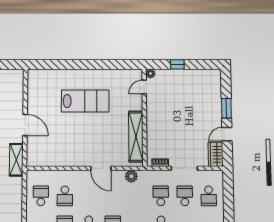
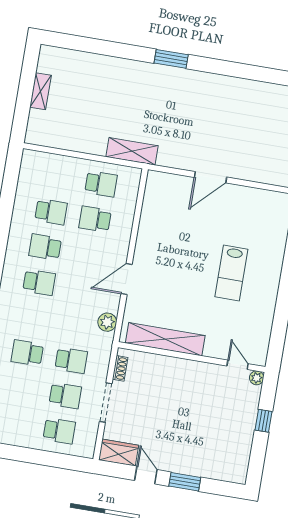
lab bench: (85, 101) -> (231, 273), width x0.73, depth x0.72
shelving: (16, 160) -> (132, 151), moved
school desk: (209, 196) -> (59, 431), turned 180

